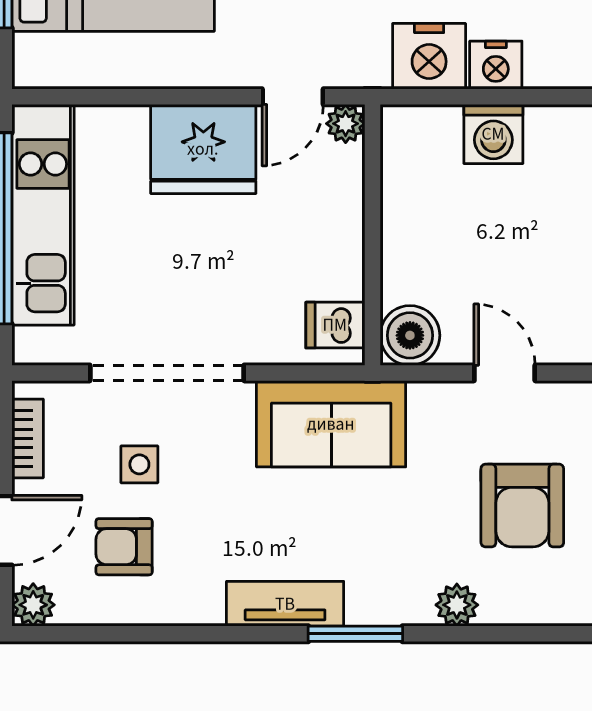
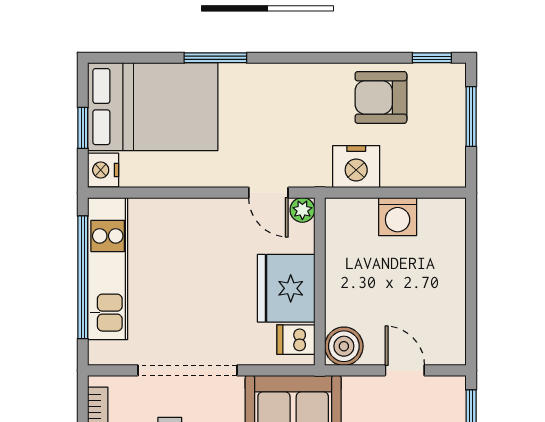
nightstand: (496, 65) -> (103, 170), moved, turned 90
door: (293, 97) -> (268, 193), hinge flipped
fridge: (203, 149) -> (286, 288), moved, turned 90

